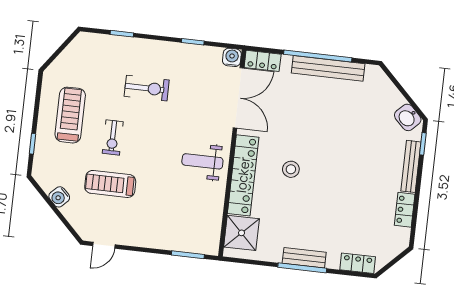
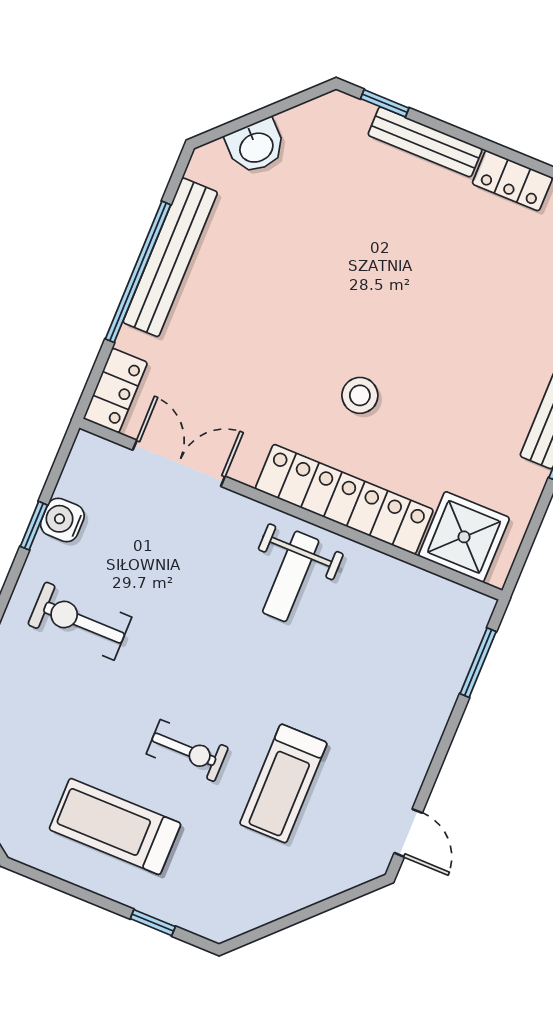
water cooler: (232, 57) -> (62, 520), moved
exercise bike: (147, 88) -> (80, 621), moved, turned -90
double door: (238, 98) -> (179, 463), width x0.73
washbasin: (408, 117) -> (256, 146), moved
water cooler: (59, 197) -> (280, 898), removed

